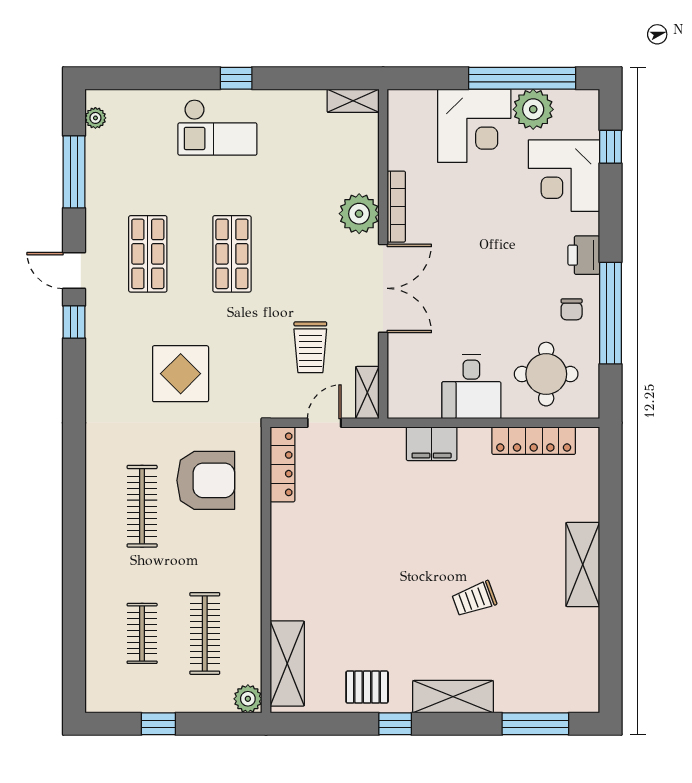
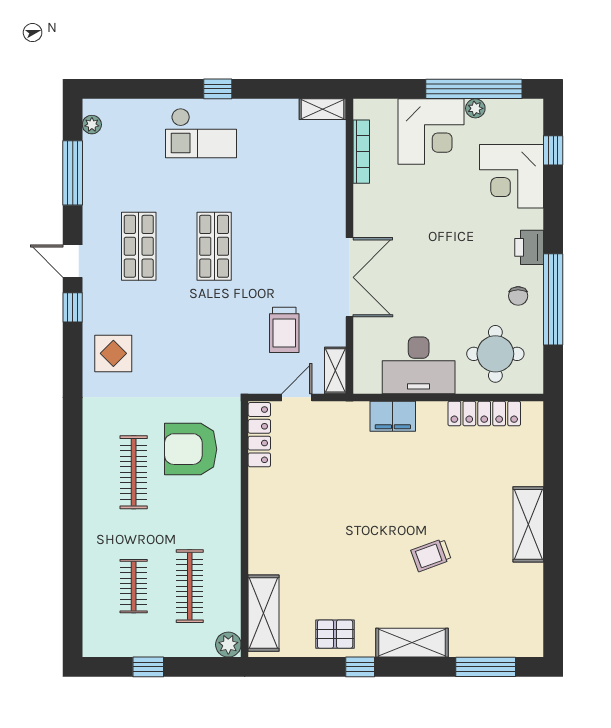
plant: (533, 109) -> (475, 108), width x0.53, depth x0.53
bookcase: (396, 207) -> (361, 152), moved
plant: (359, 214) -> (328, 210), removed
display table: (181, 374) -> (113, 353), moved, width x0.73, depth x0.73
desk: (471, 387) -> (419, 365), width x1.37
armchair: (206, 480) -> (191, 449), turned 180

